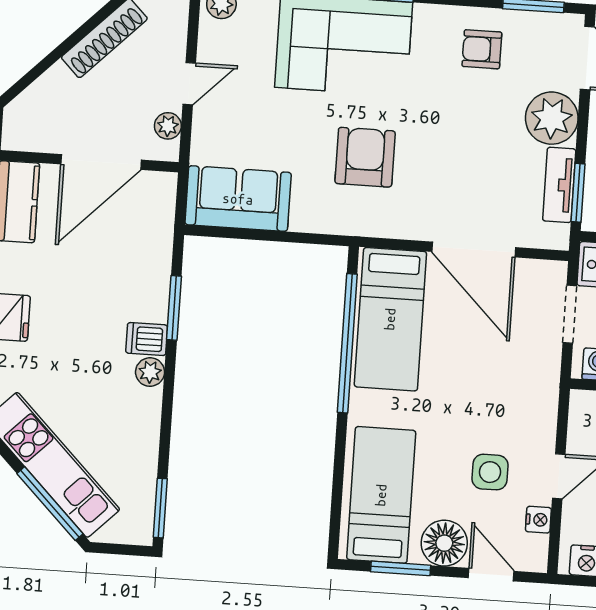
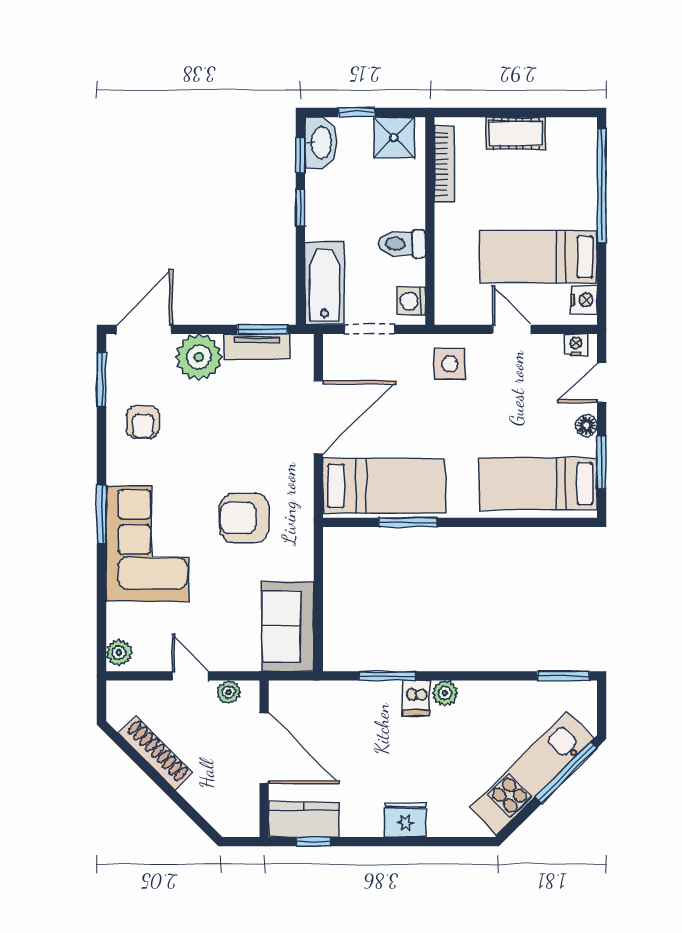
window: (347, 343) -> (408, 522), width x0.47
side table: (490, 472) -> (450, 364), moved
nightstand: (538, 520) -> (576, 345), moved
floor lamp: (444, 543) -> (586, 426), width x0.53, depth x0.53

